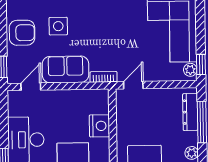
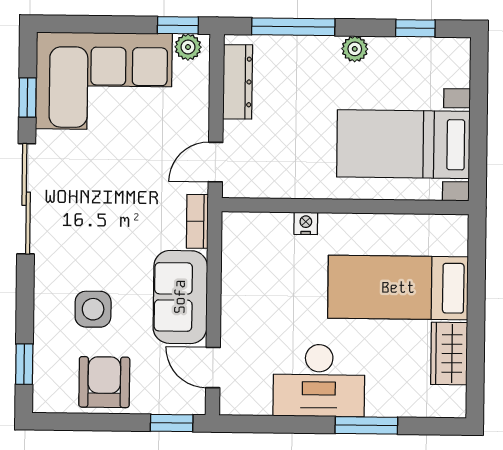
door: (133, 85) -> (215, 162), hinge flipped
dresser: (190, 112) -> (238, 82), moved, turned -90
nightstand: (99, 126) -> (306, 223), width x0.53, depth x0.56

